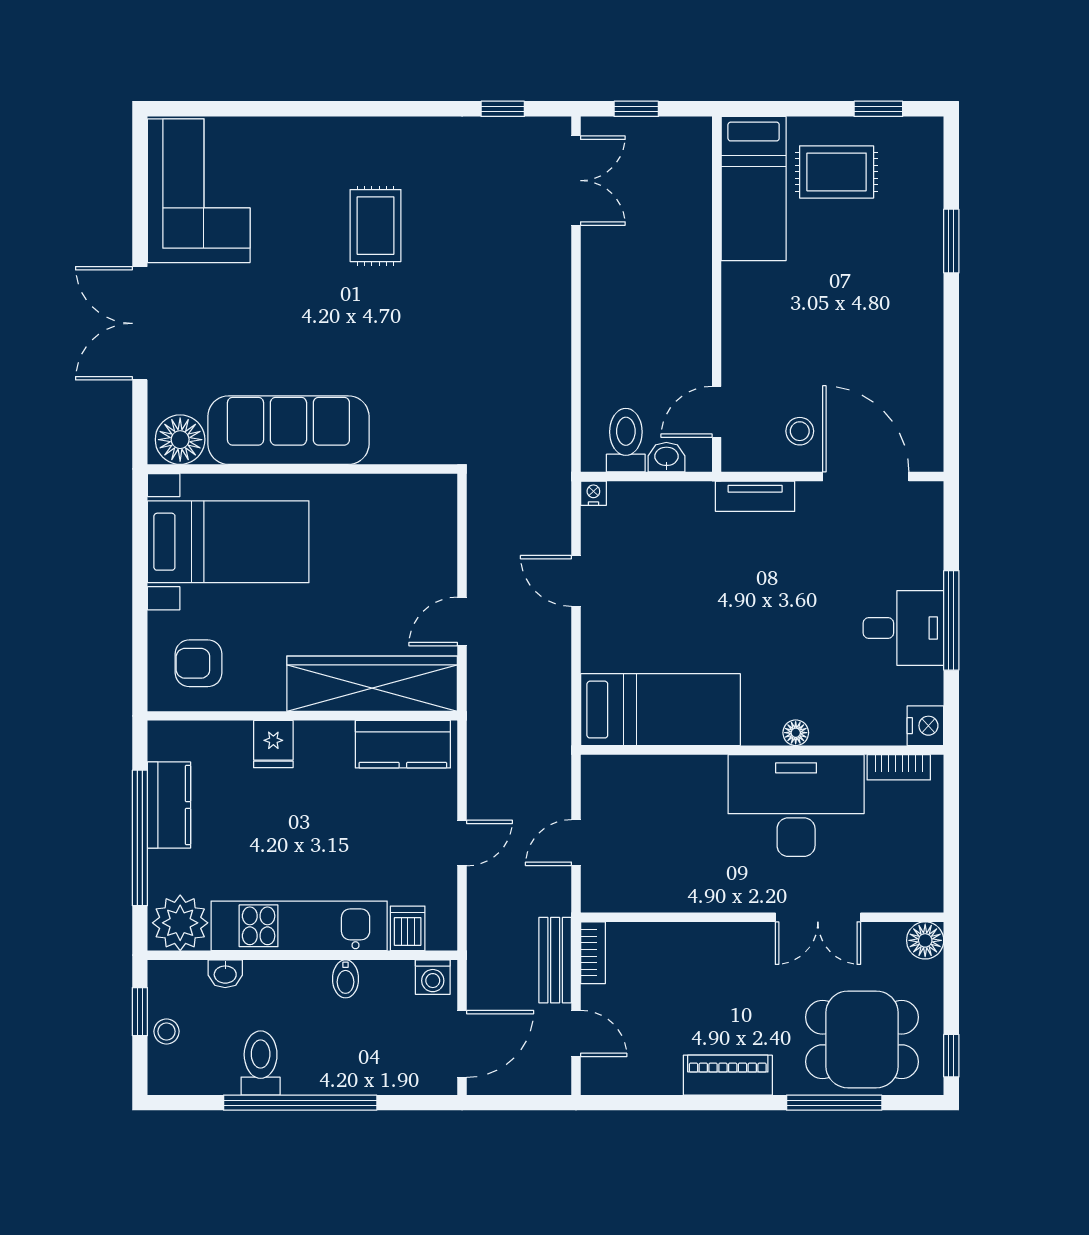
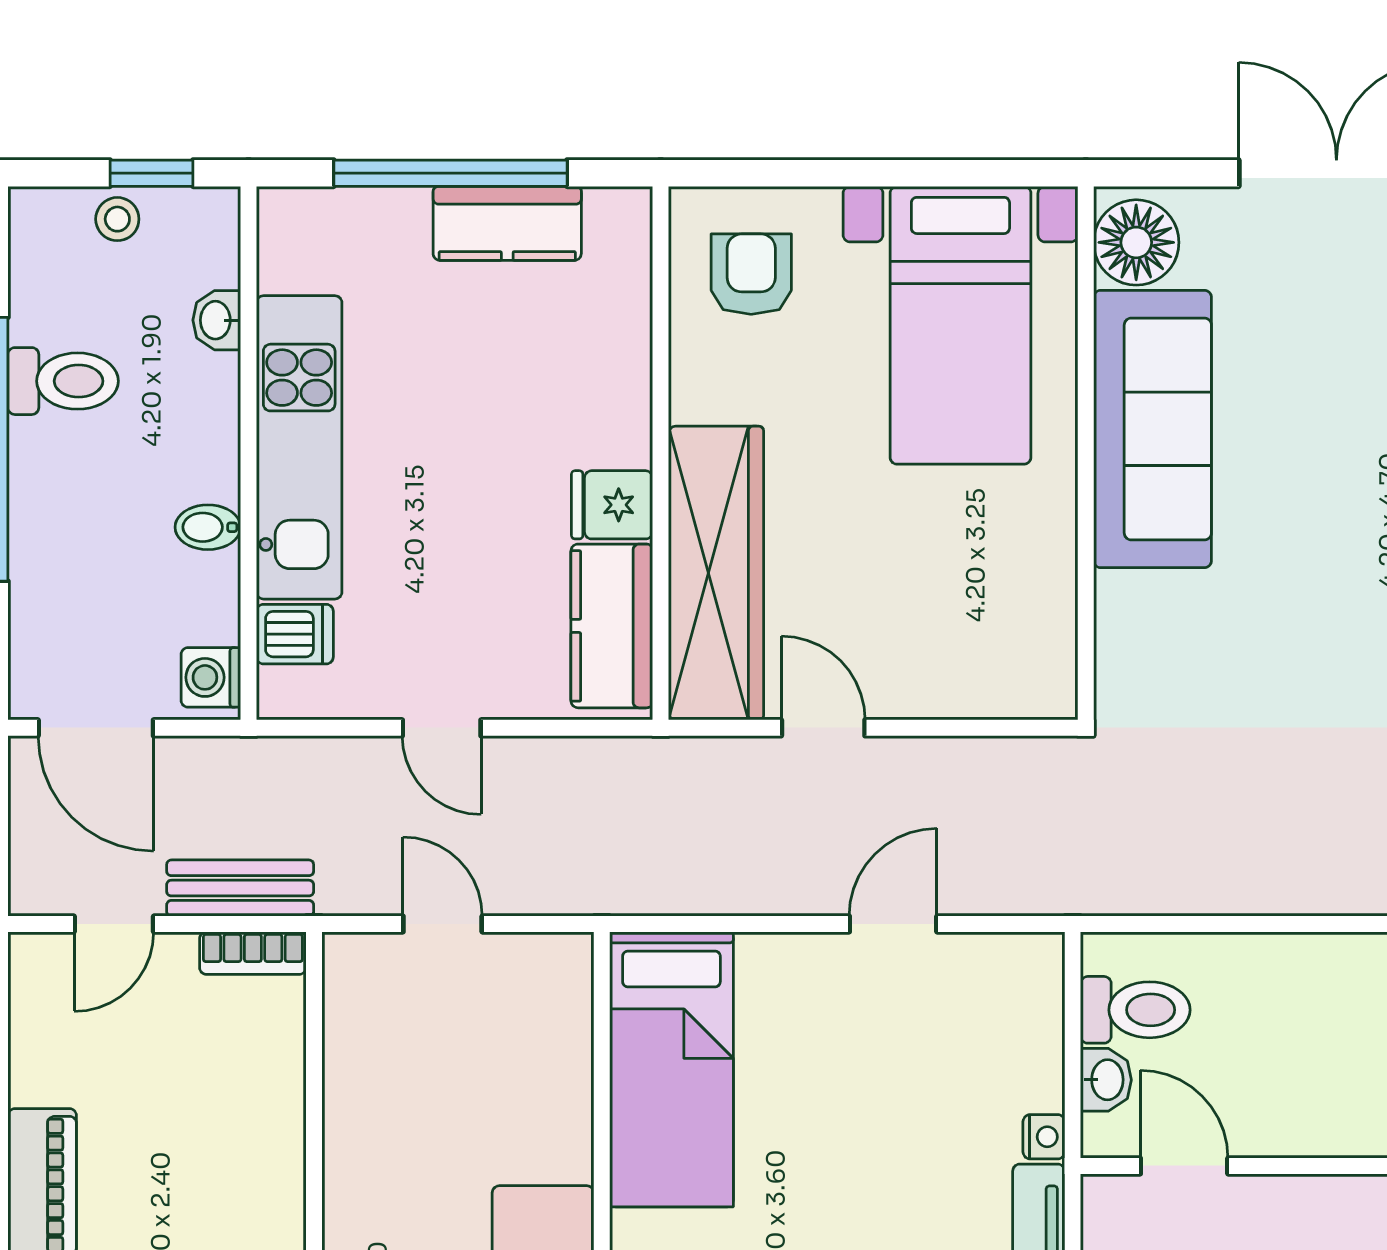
nightstand: (593, 493) -> (1044, 1137), moved
fridge: (273, 744) -> (612, 505), moved
plant: (180, 923) -> (304, 243), removed

